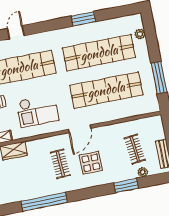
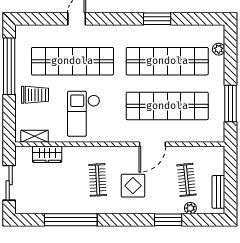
checkout: (38, 111) -> (84, 114), turned 90
door: (80, 129) -> (152, 144), moved

